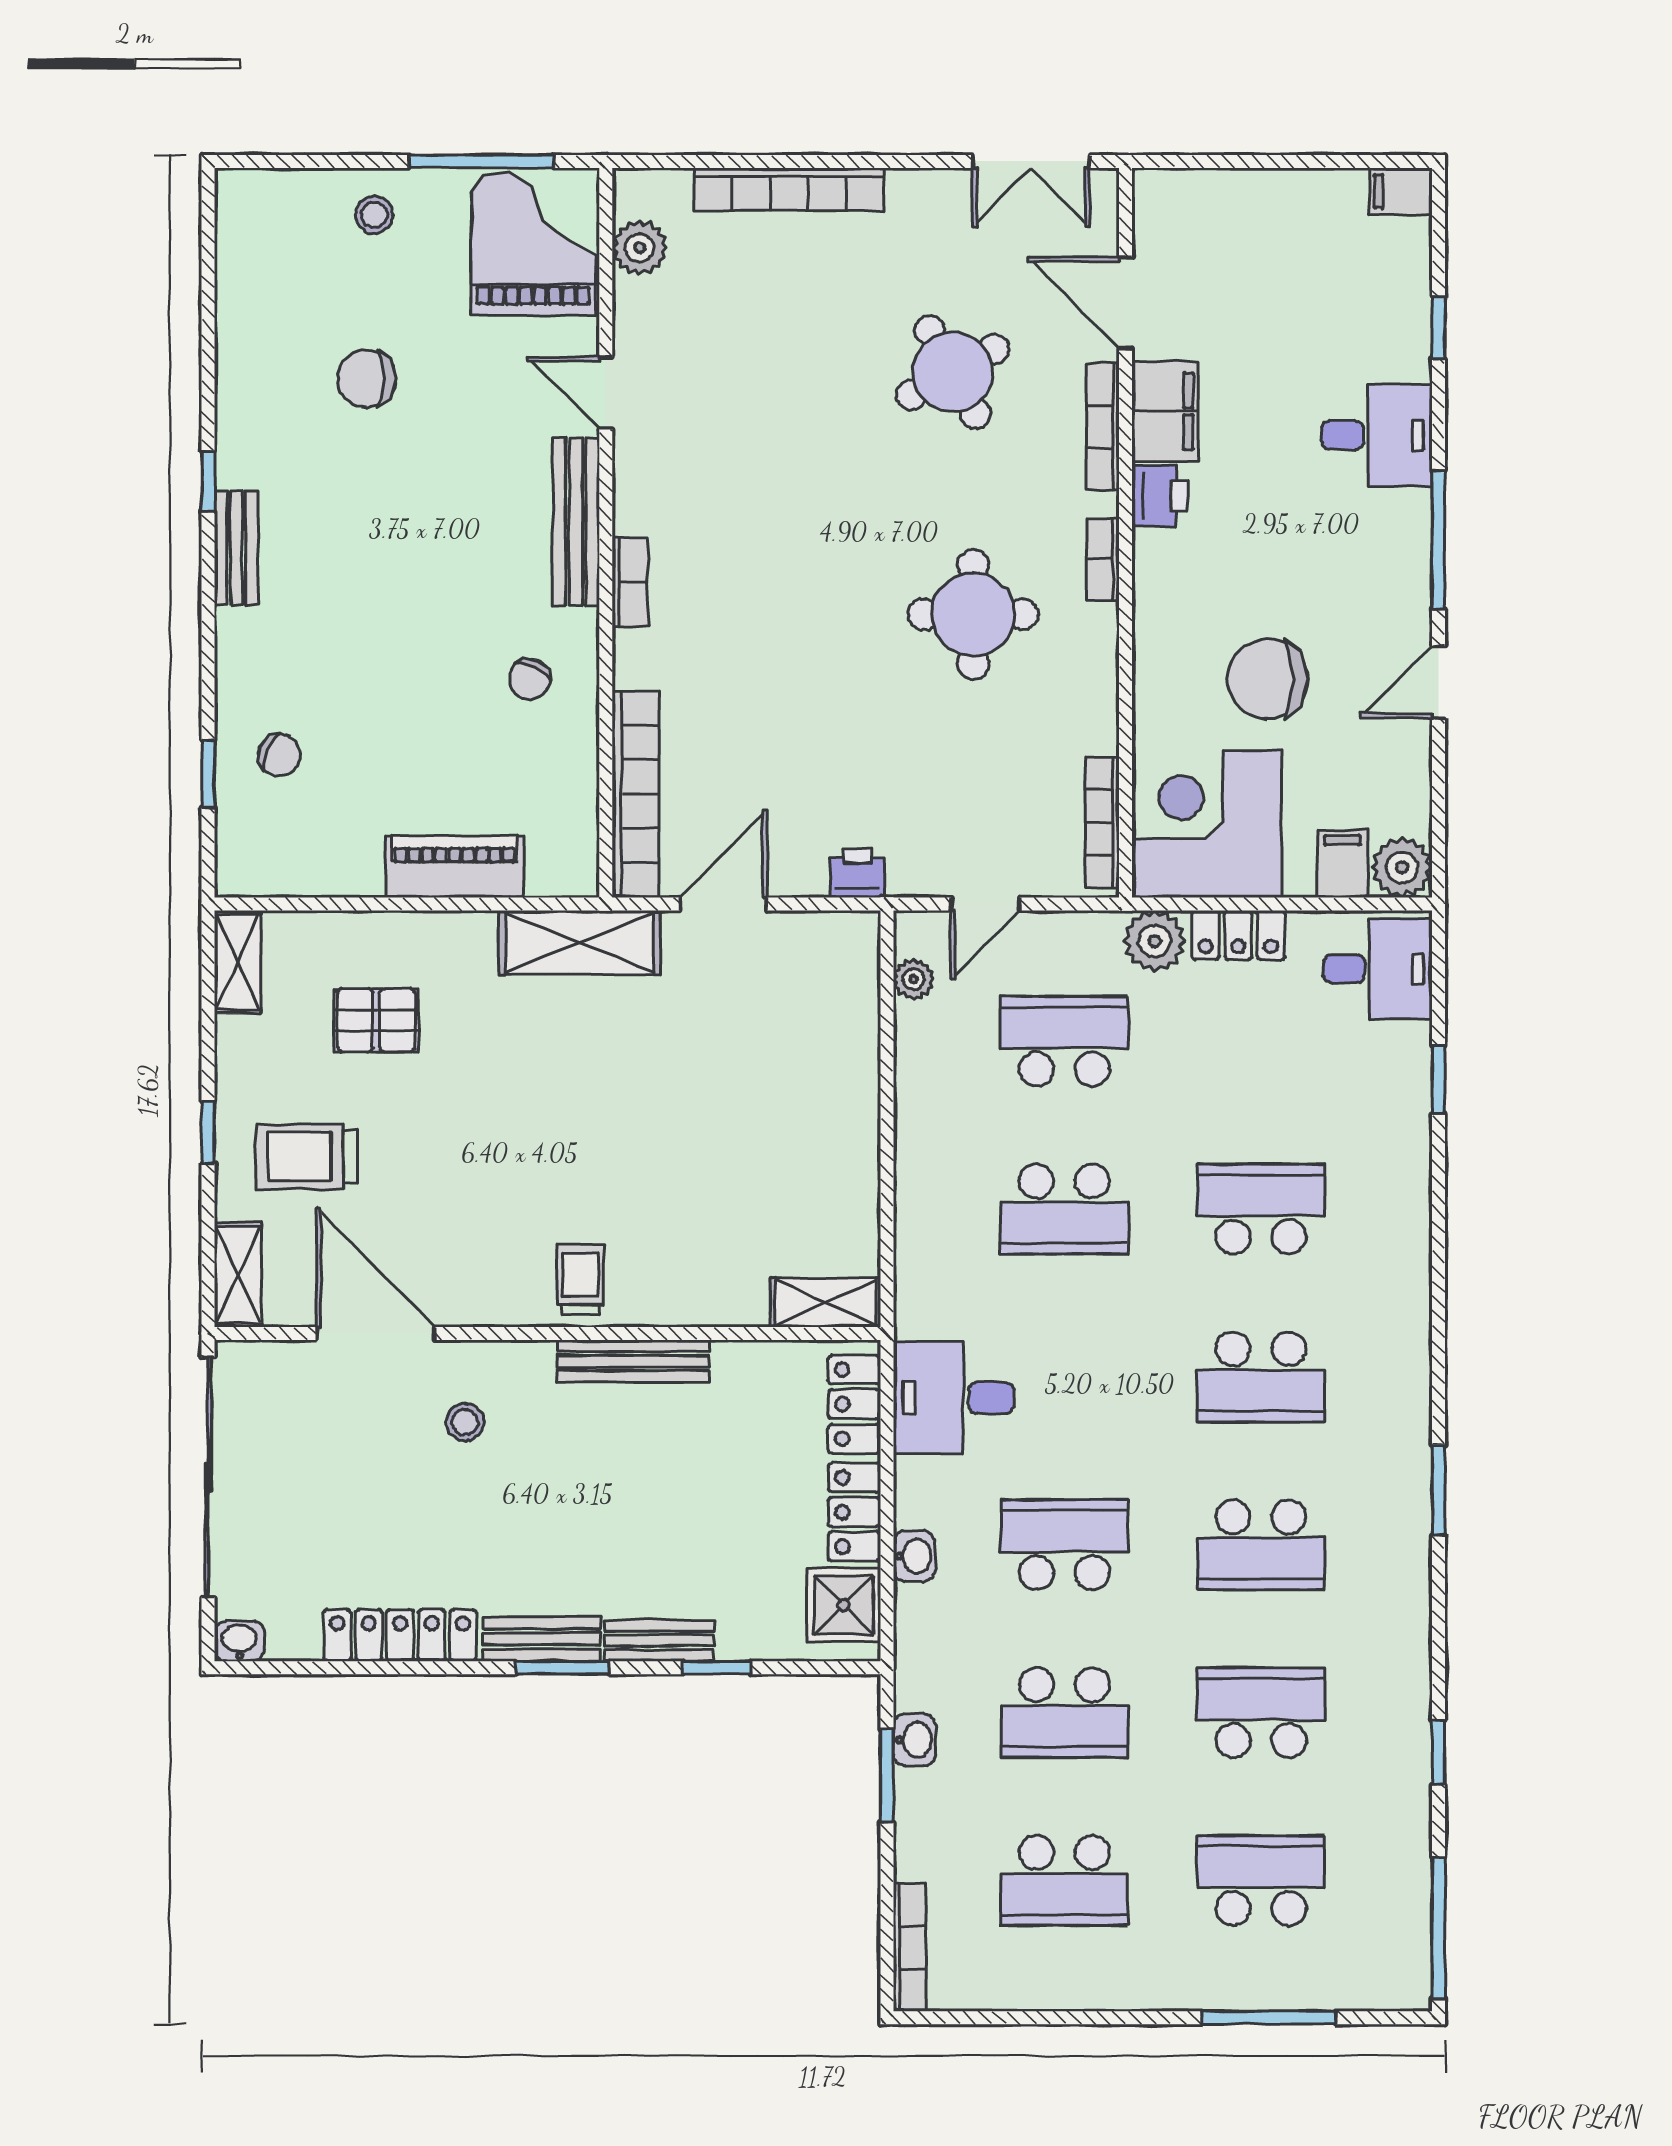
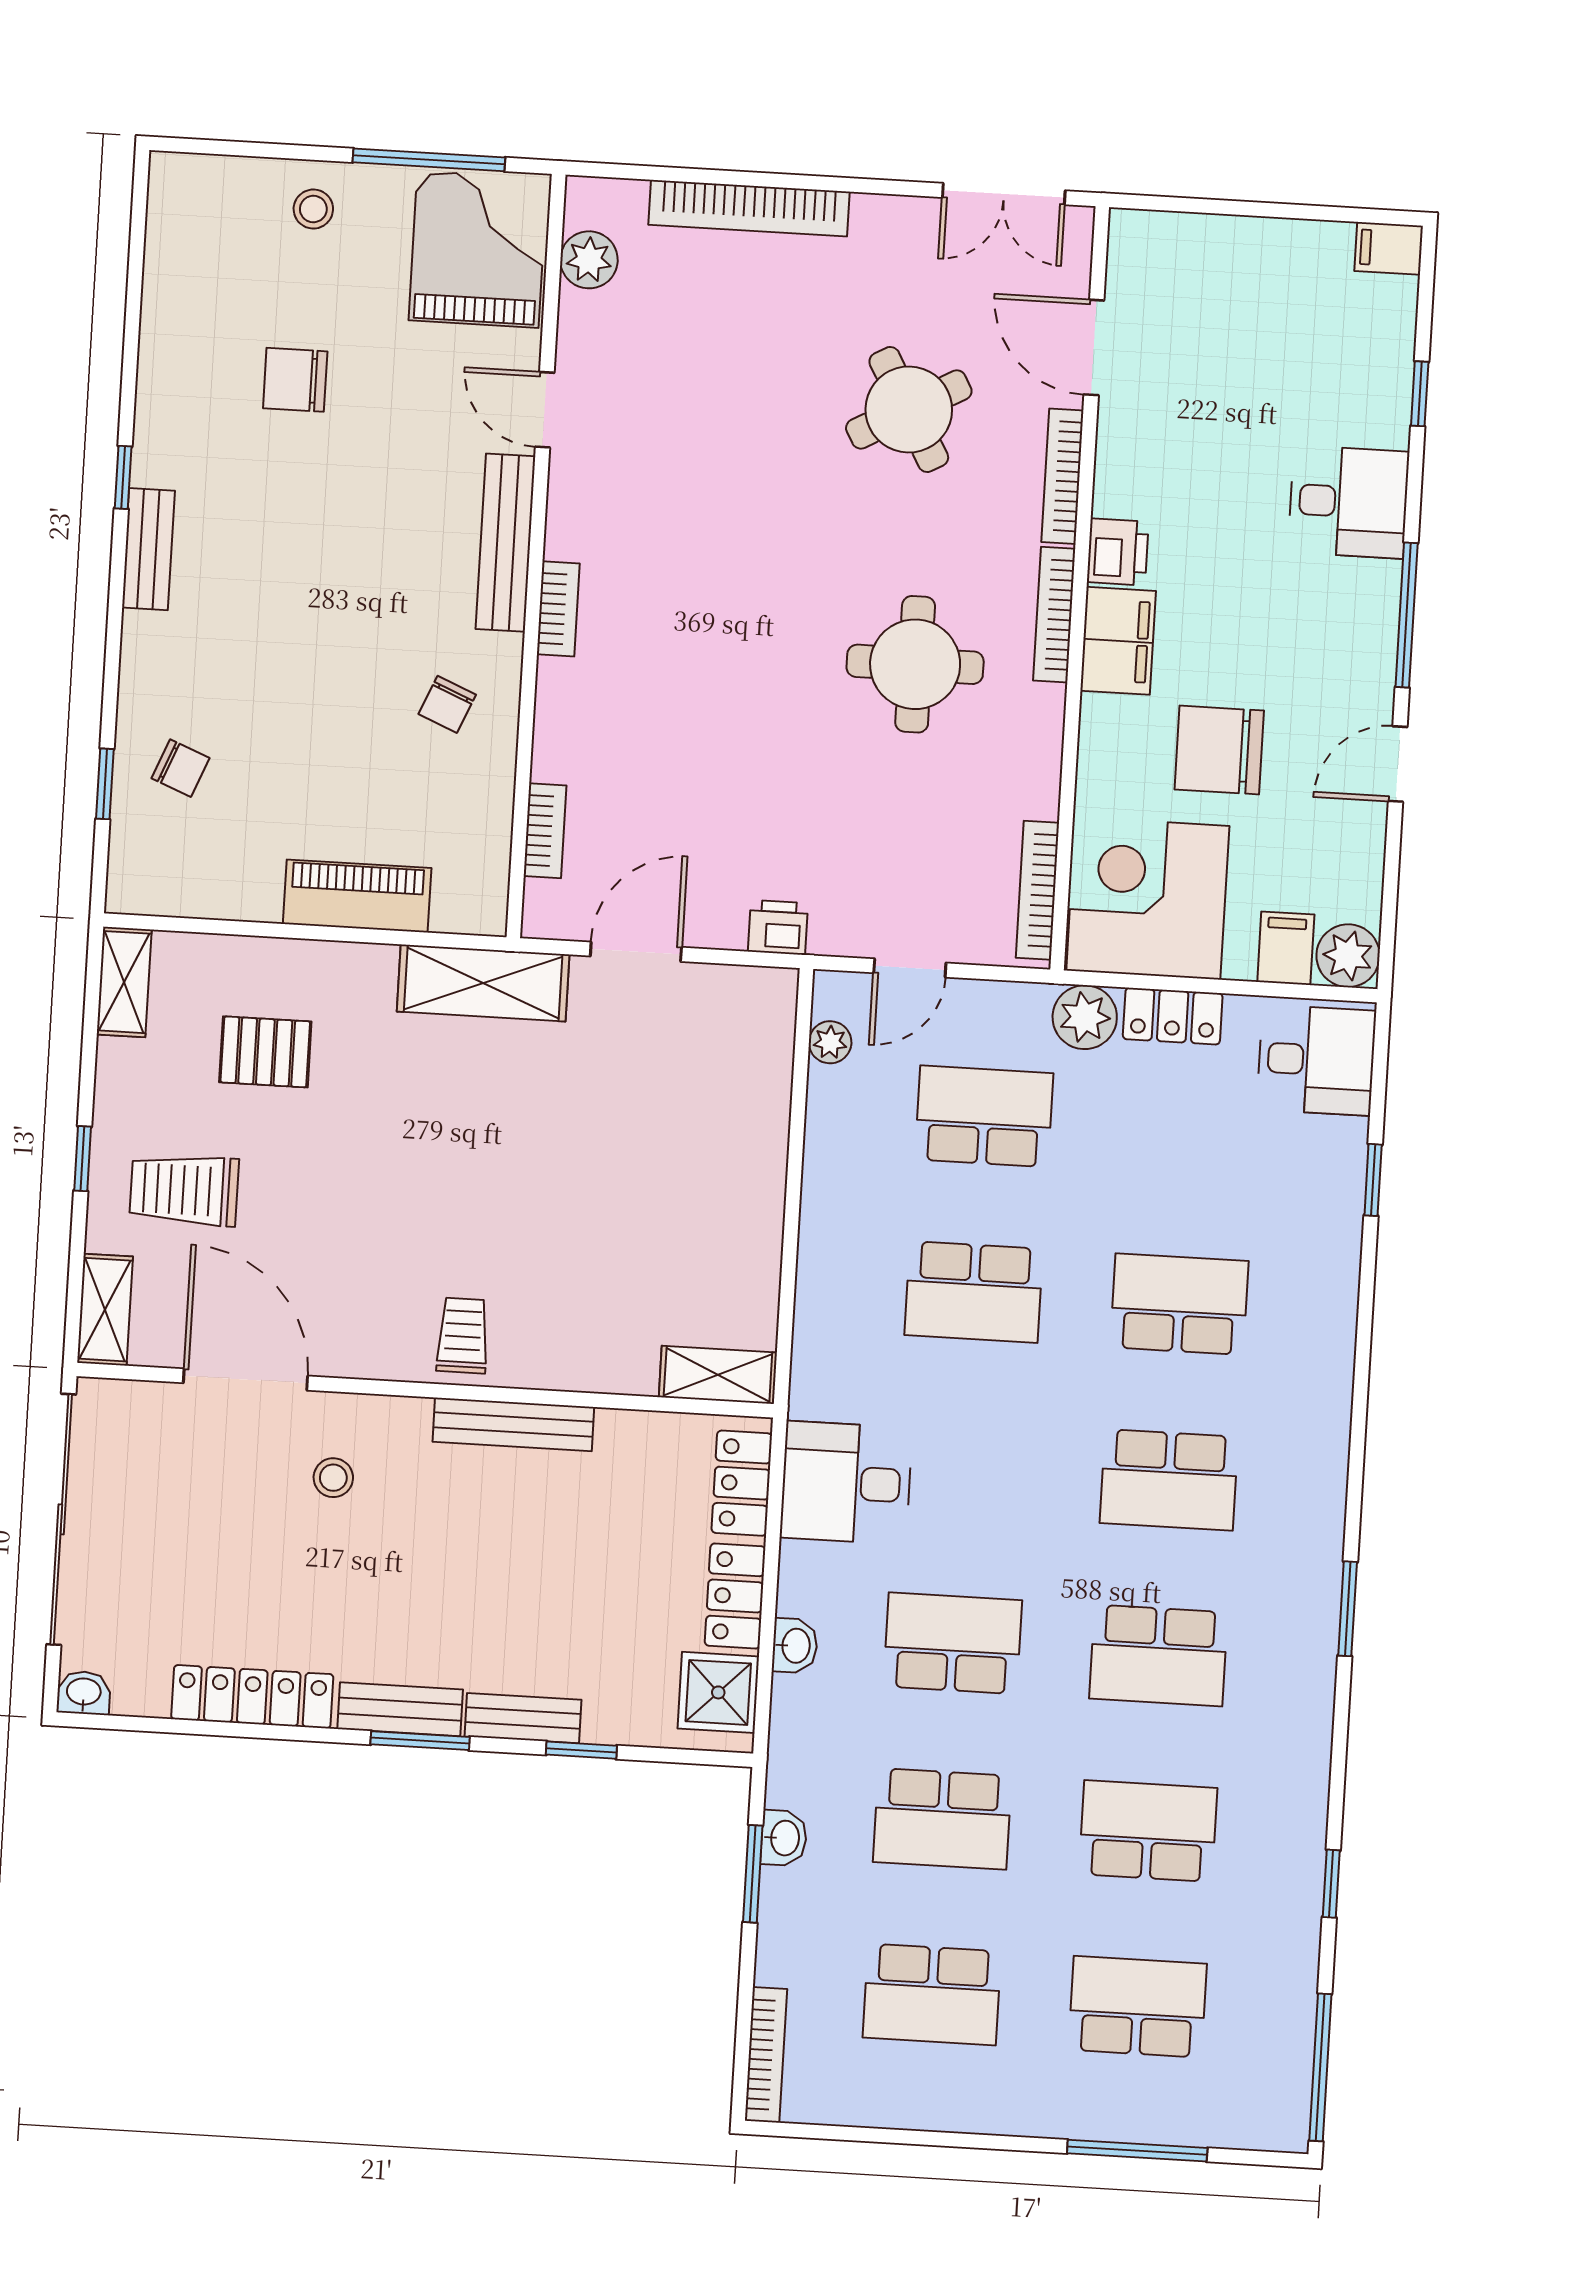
filing cabinet: (1165, 411) -> (1118, 641), moved
bookcase: (1103, 559) -> (1054, 615), width x1.56
bookcase: (636, 794) -> (545, 831), width x0.43, depth x0.76

